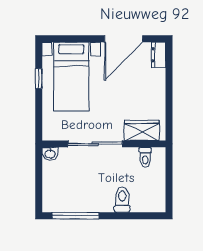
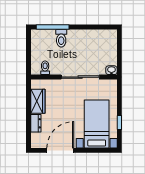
dresser: (158, 55) -> (36, 123), moved
wardrobe: (142, 130) -> (38, 101), moved, turned -90
window: (75, 216) -> (53, 27), moved

